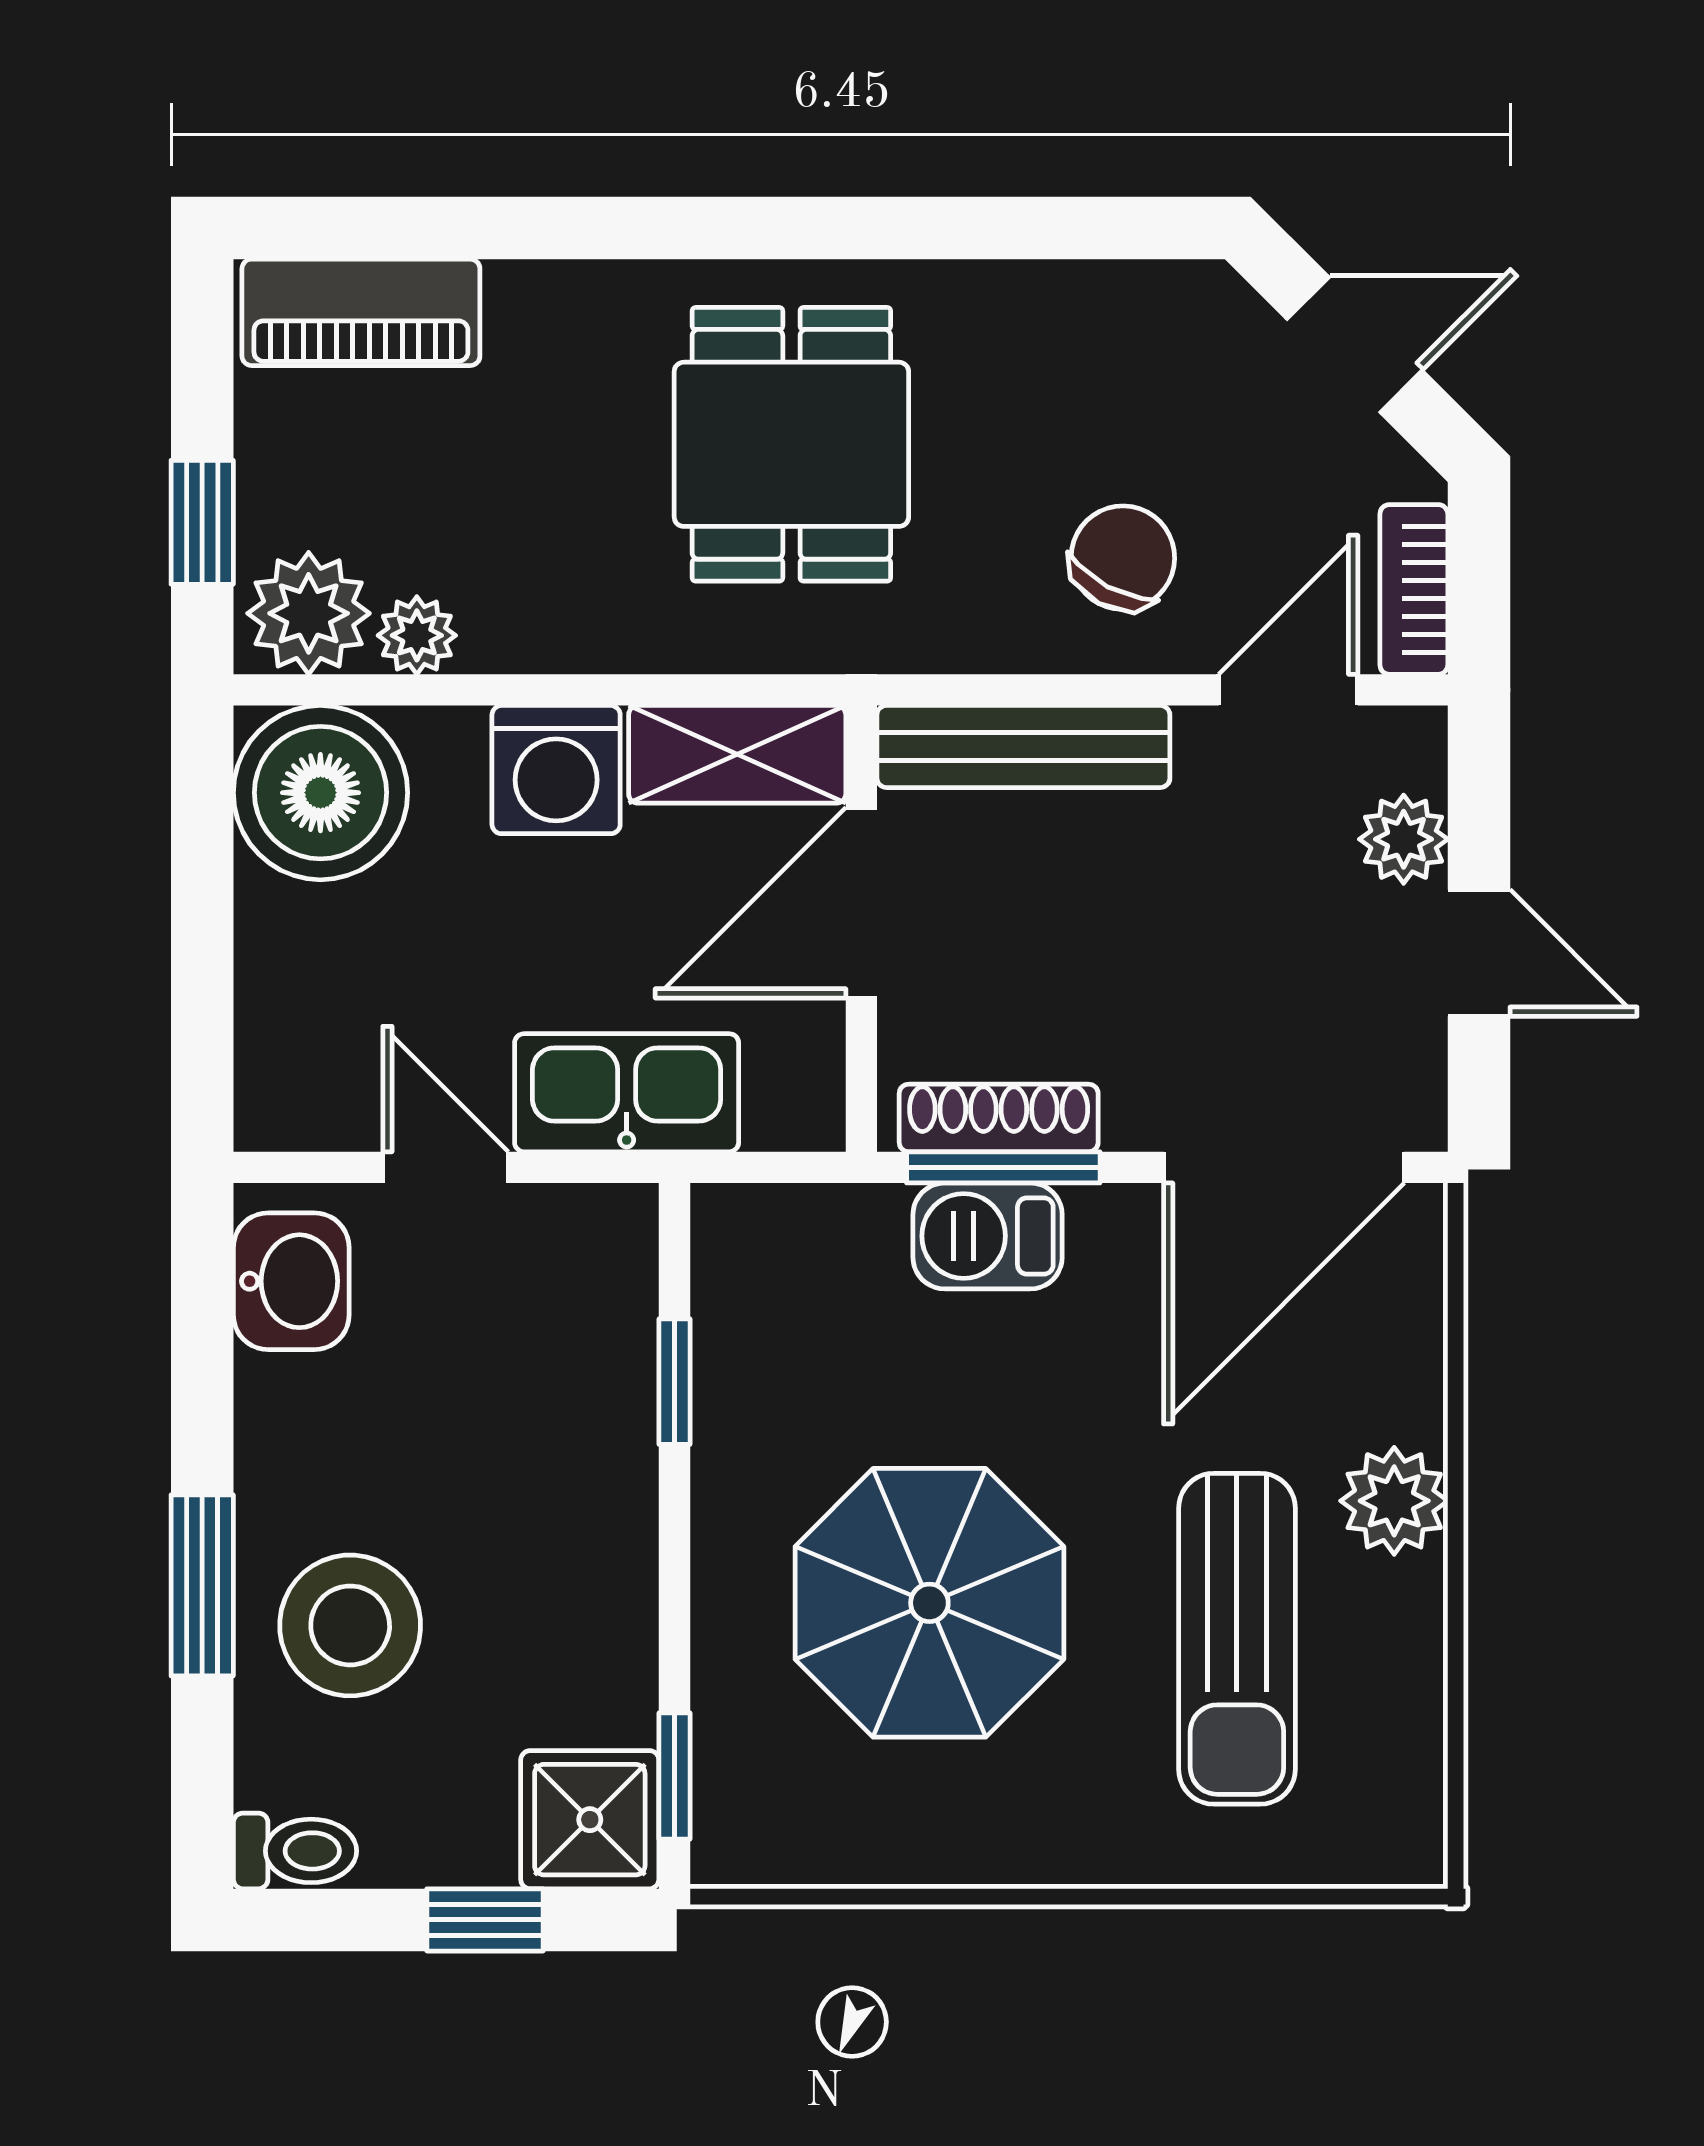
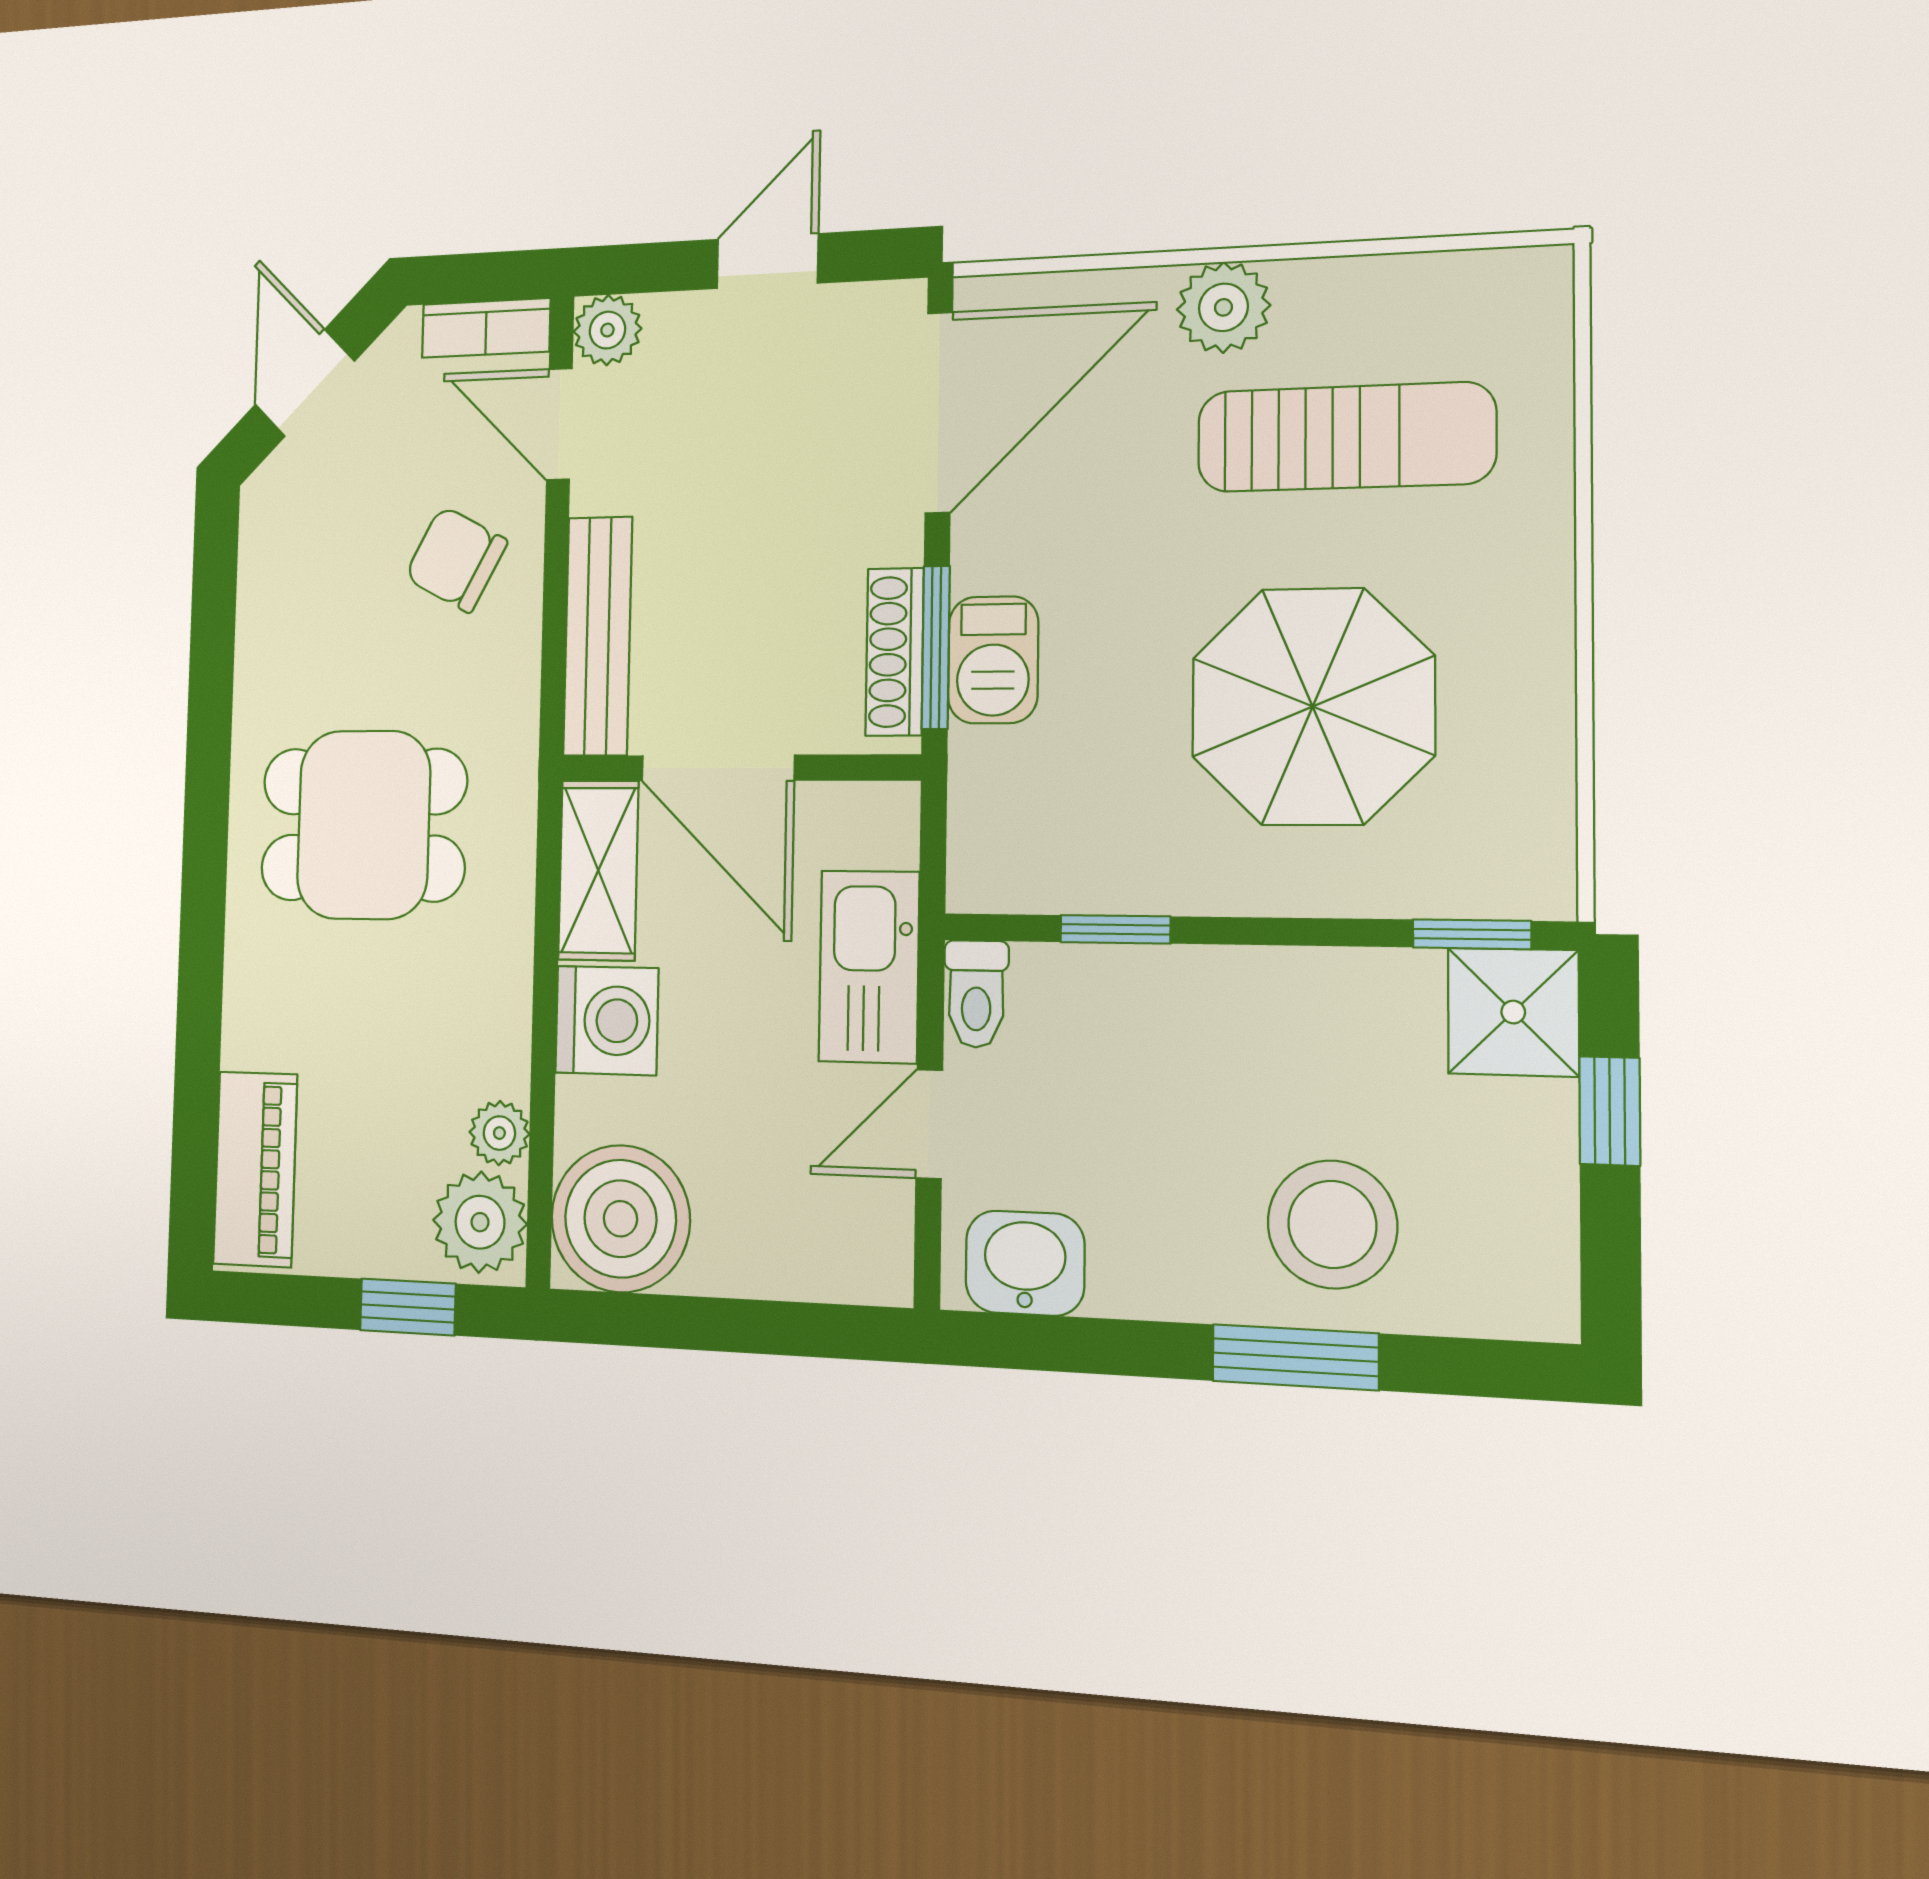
plant: (1404, 839) -> (607, 330), moved
door: (1284, 1167) -> (939, 413), hinge flipped
toilet: (295, 1851) -> (976, 994), moved, turned 180

